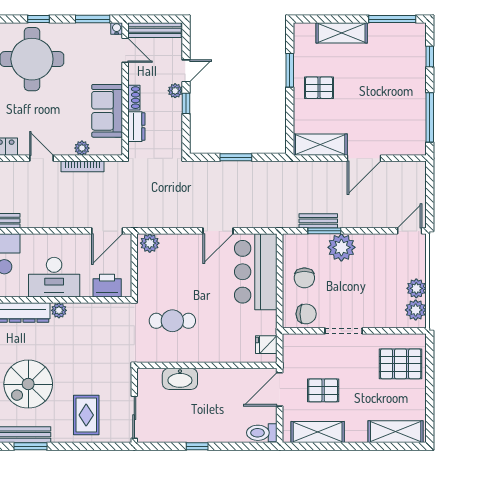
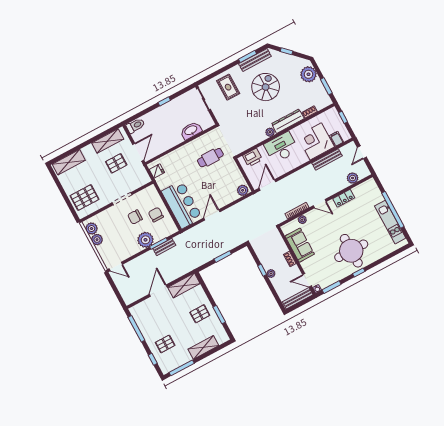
pallet: (398, 70) -> (165, 344), added
door: (186, 71) -> (271, 286), removed
dresser: (136, 127) -> (281, 245), removed
door: (410, 231) -> (116, 267), hinge flipped
chair: (306, 314) -> (135, 217), moved

